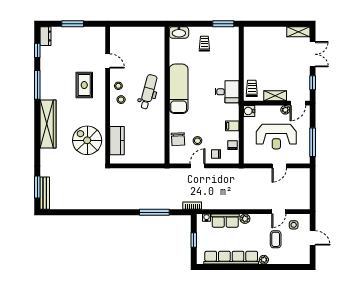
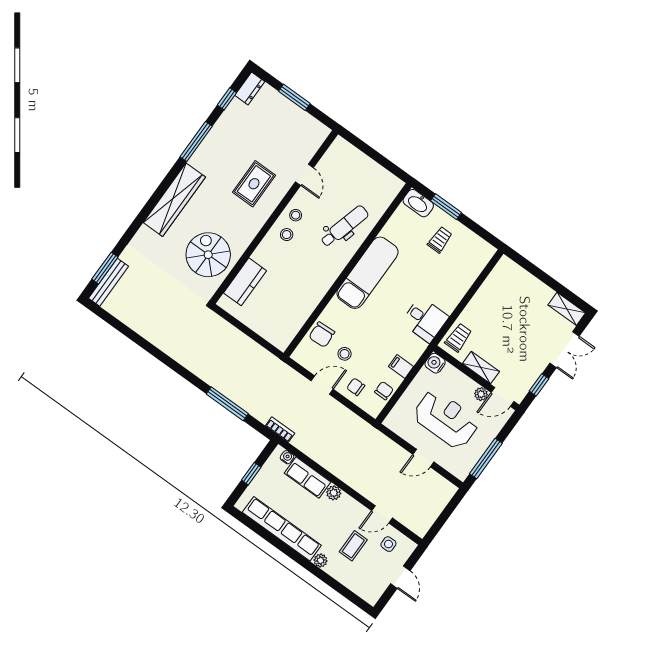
window: (223, 24) -> (446, 207), moved
dental chair: (148, 92) -> (344, 226), moved
reception desk: (276, 137) -> (446, 419), turned 180

